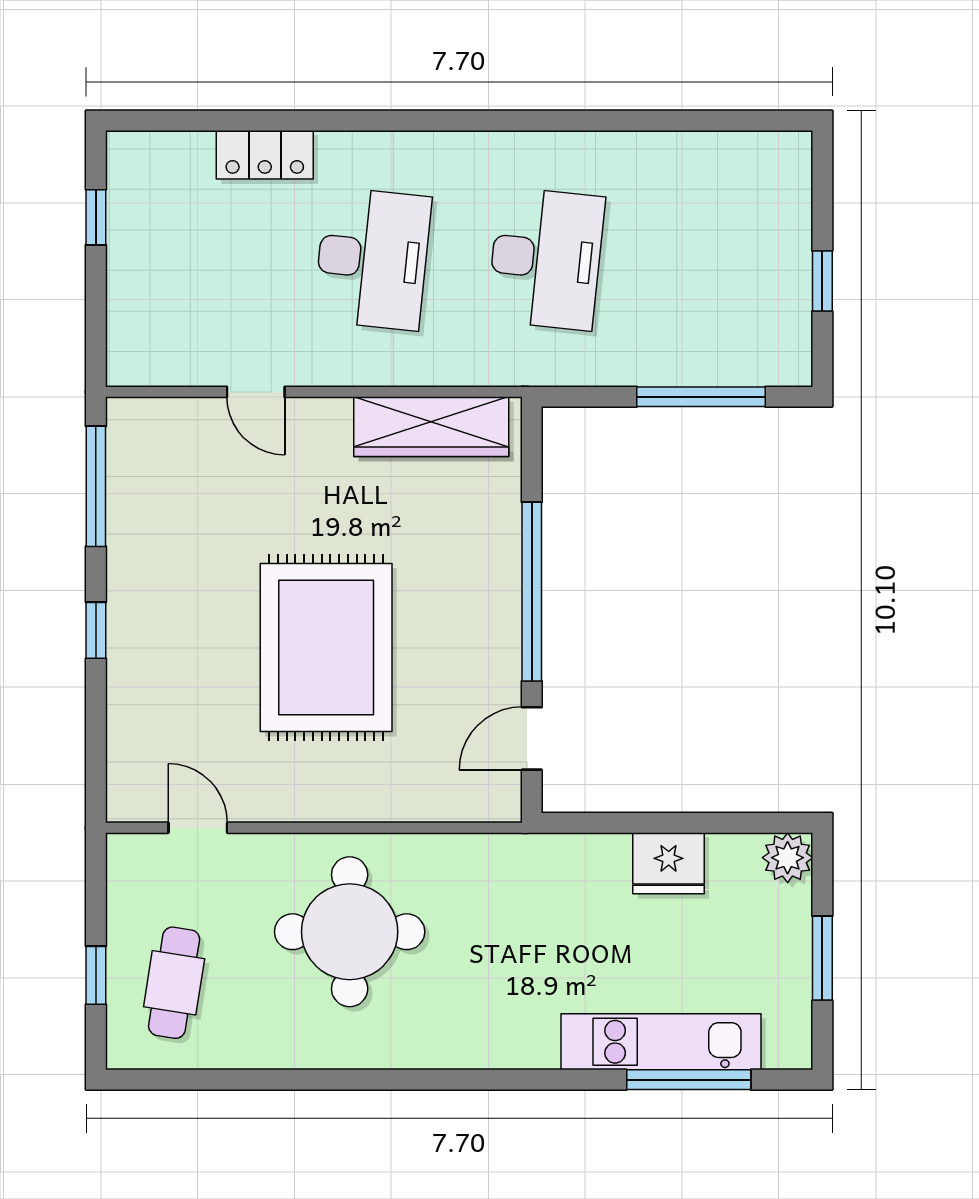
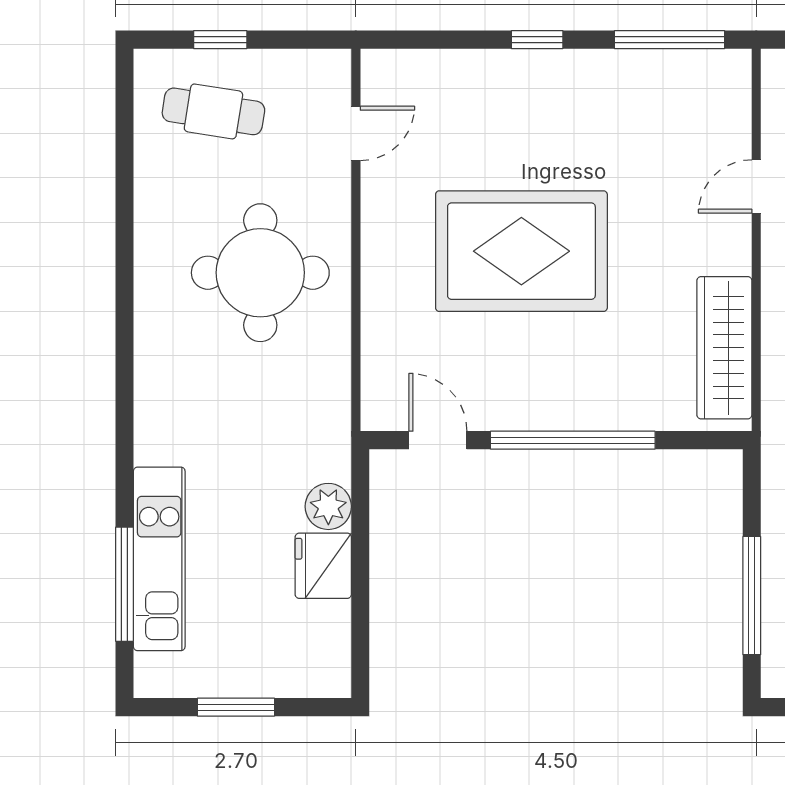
plant: (788, 858) -> (328, 506), moved

